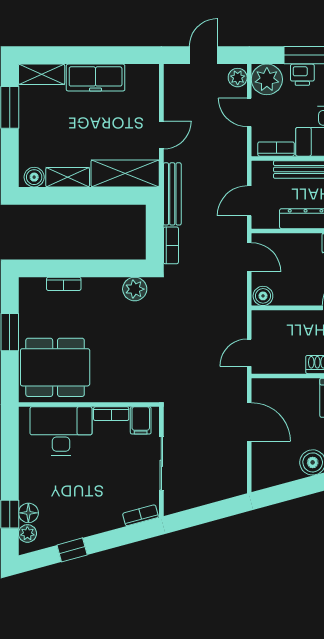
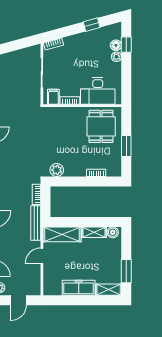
dining table: (55, 367) -> (101, 126), width x0.73
plant: (27, 533) -> (116, 57), moved

